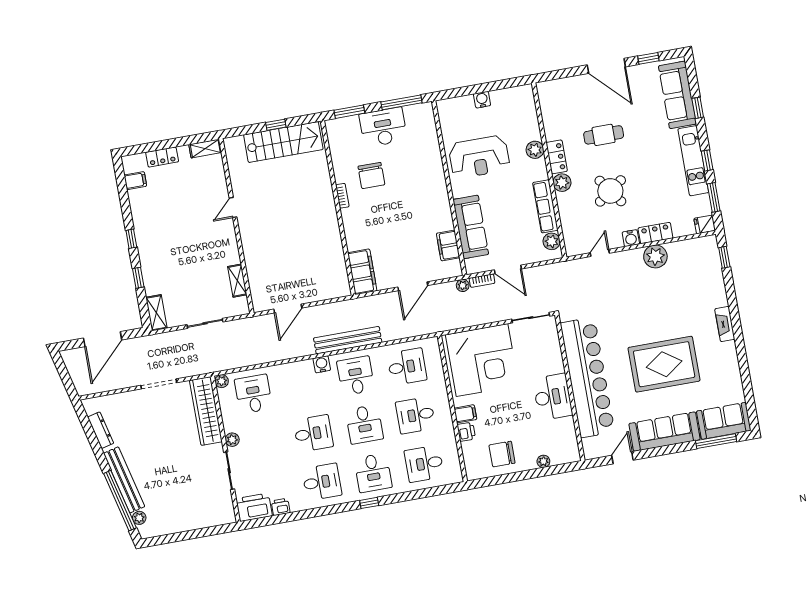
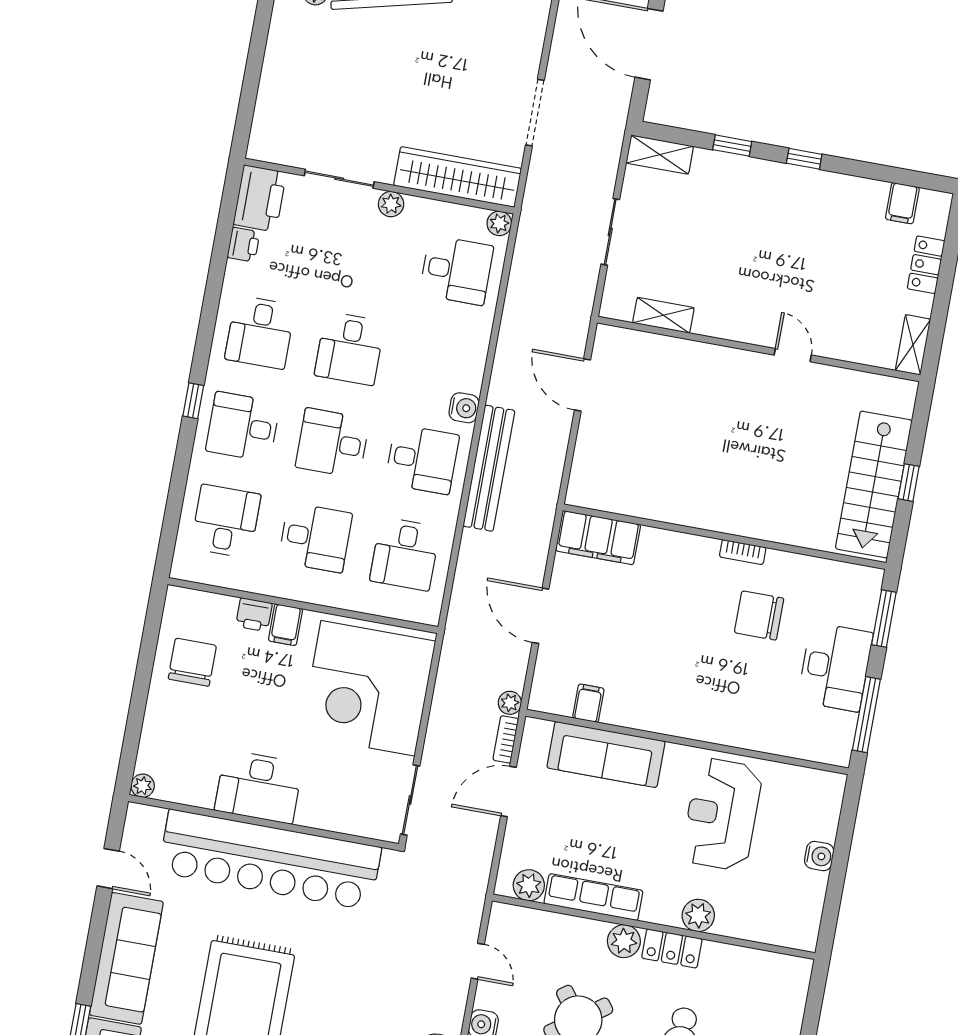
filing cabinet: (448, 246) -> (588, 703), width x0.50
desk: (416, 415) -> (315, 538), turned 90
plant: (543, 461) -> (143, 786), moved

